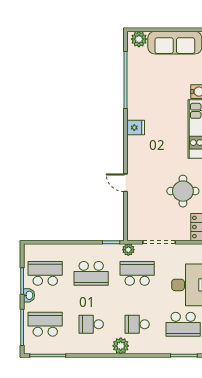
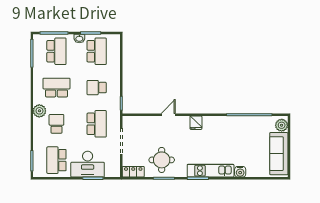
fridge: (136, 128) -> (196, 123), moved
plant: (128, 250) -> (115, 117), removed
school desk: (91, 273) -> (97, 88), width x0.54
school desk: (91, 324) -> (56, 88), width x1.85

